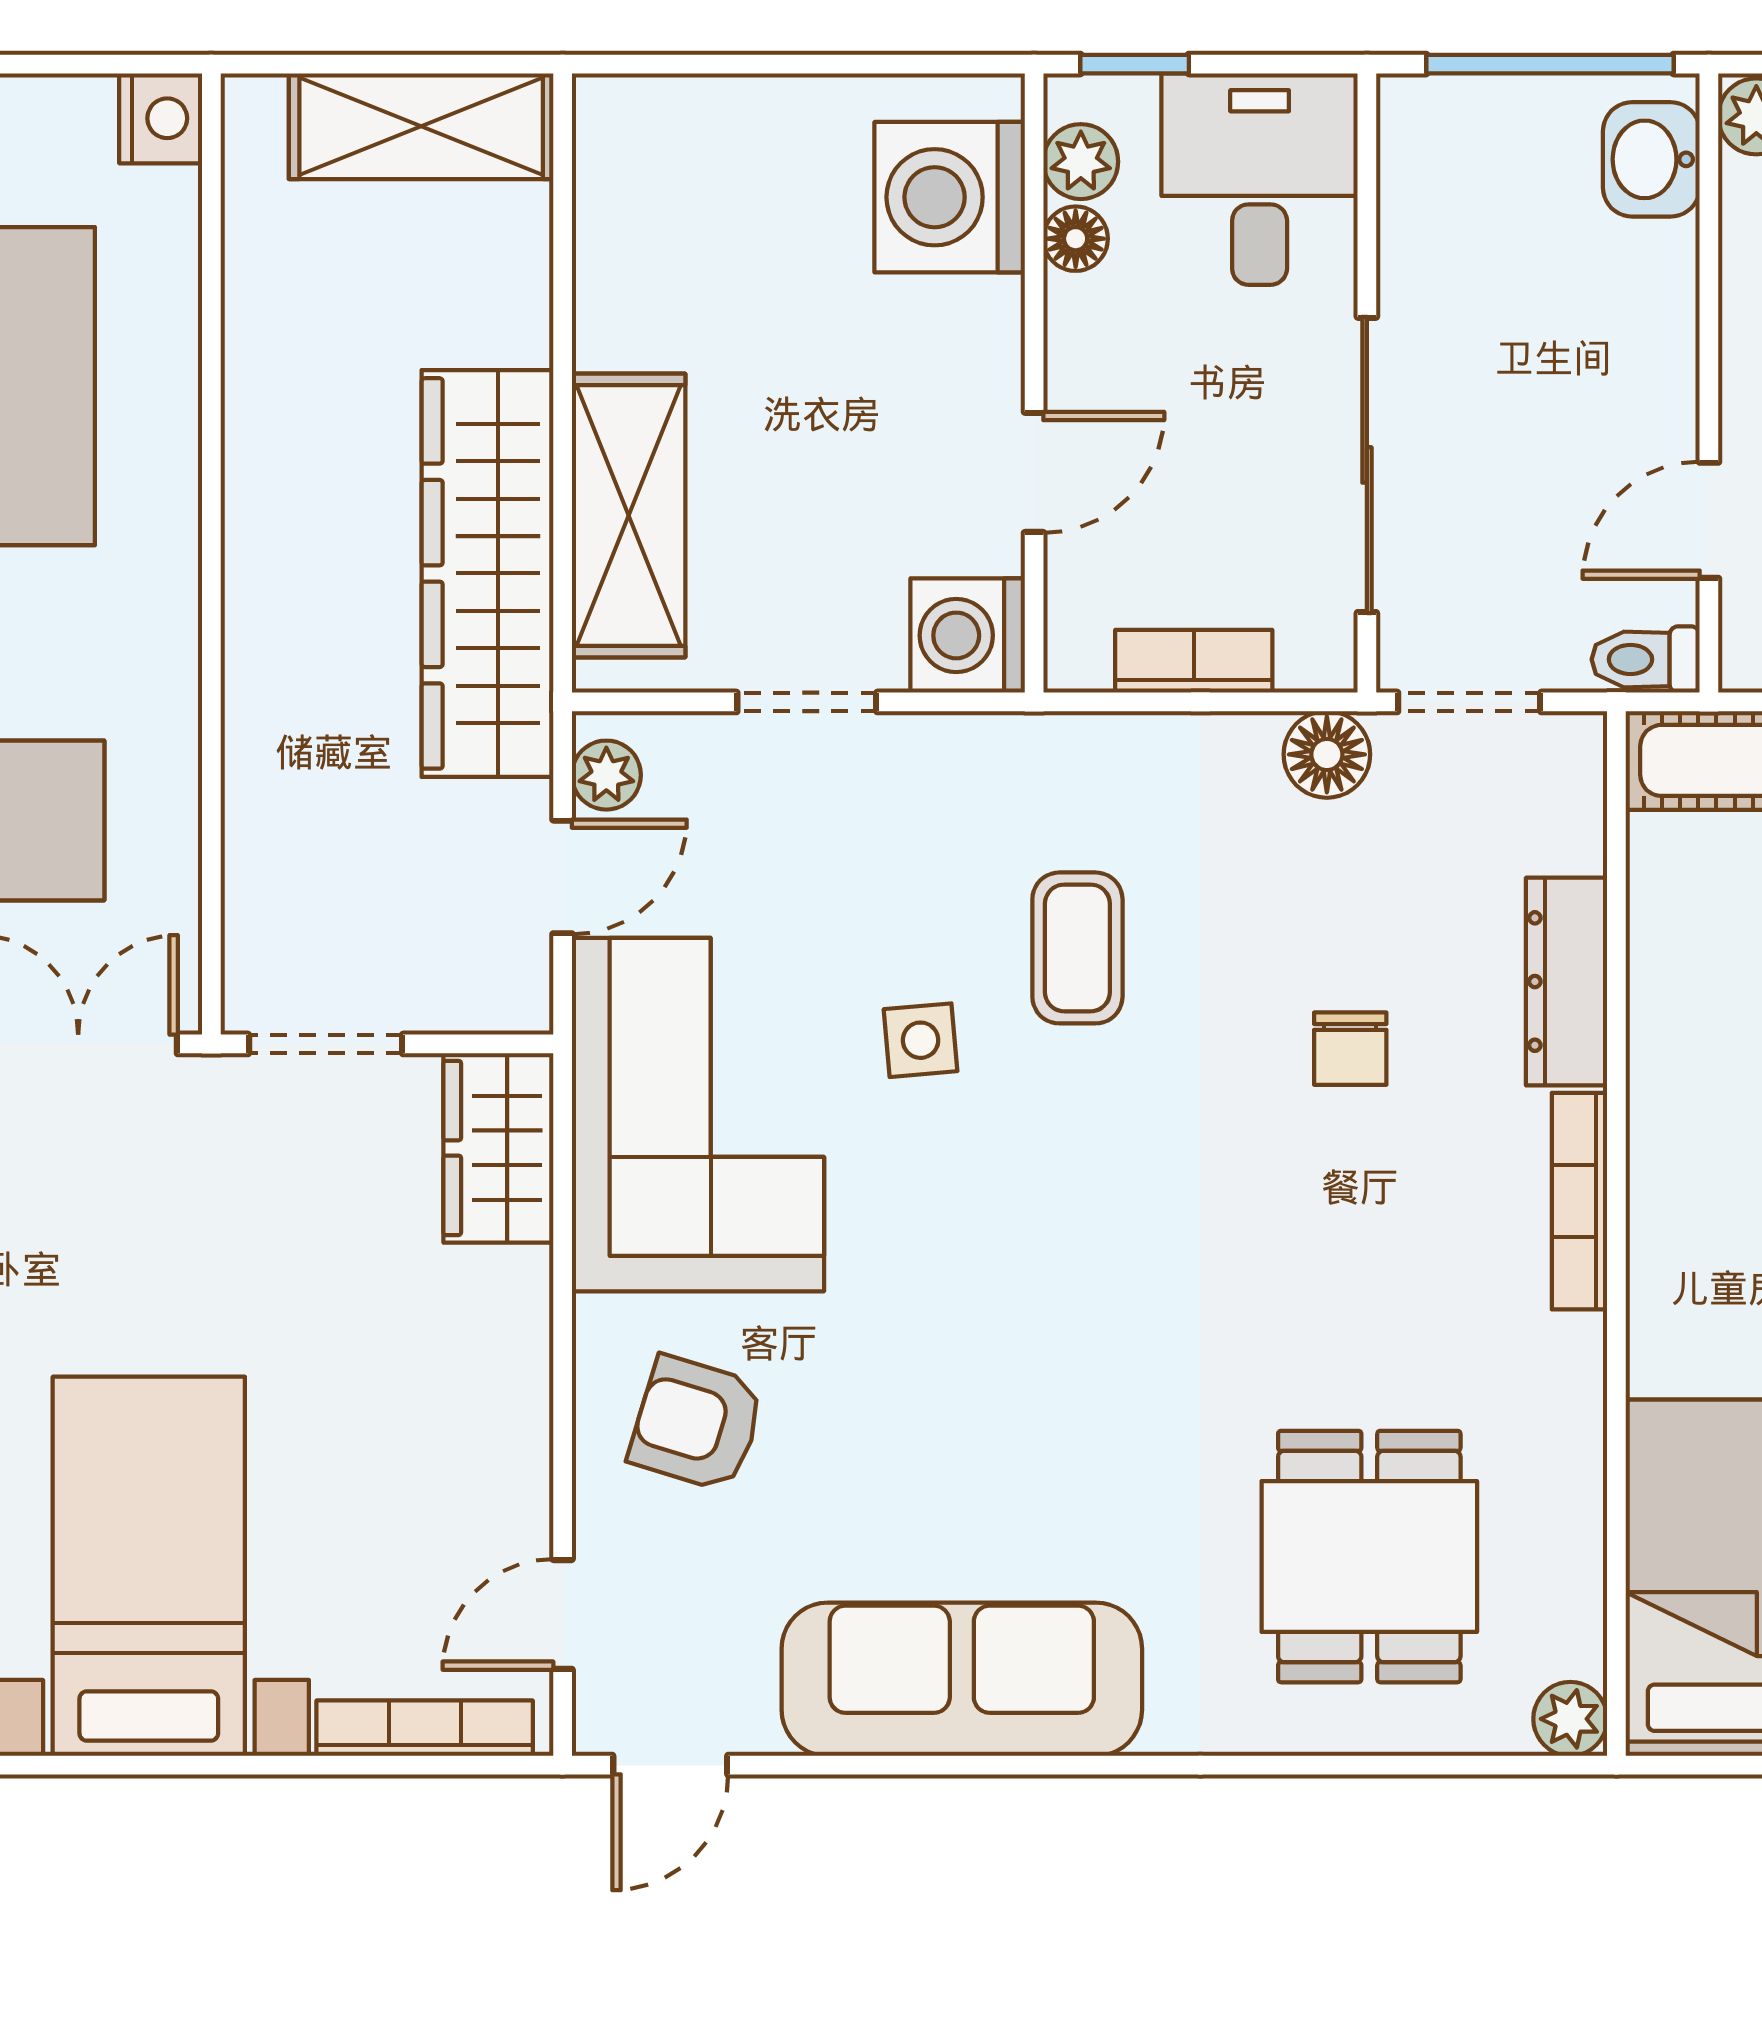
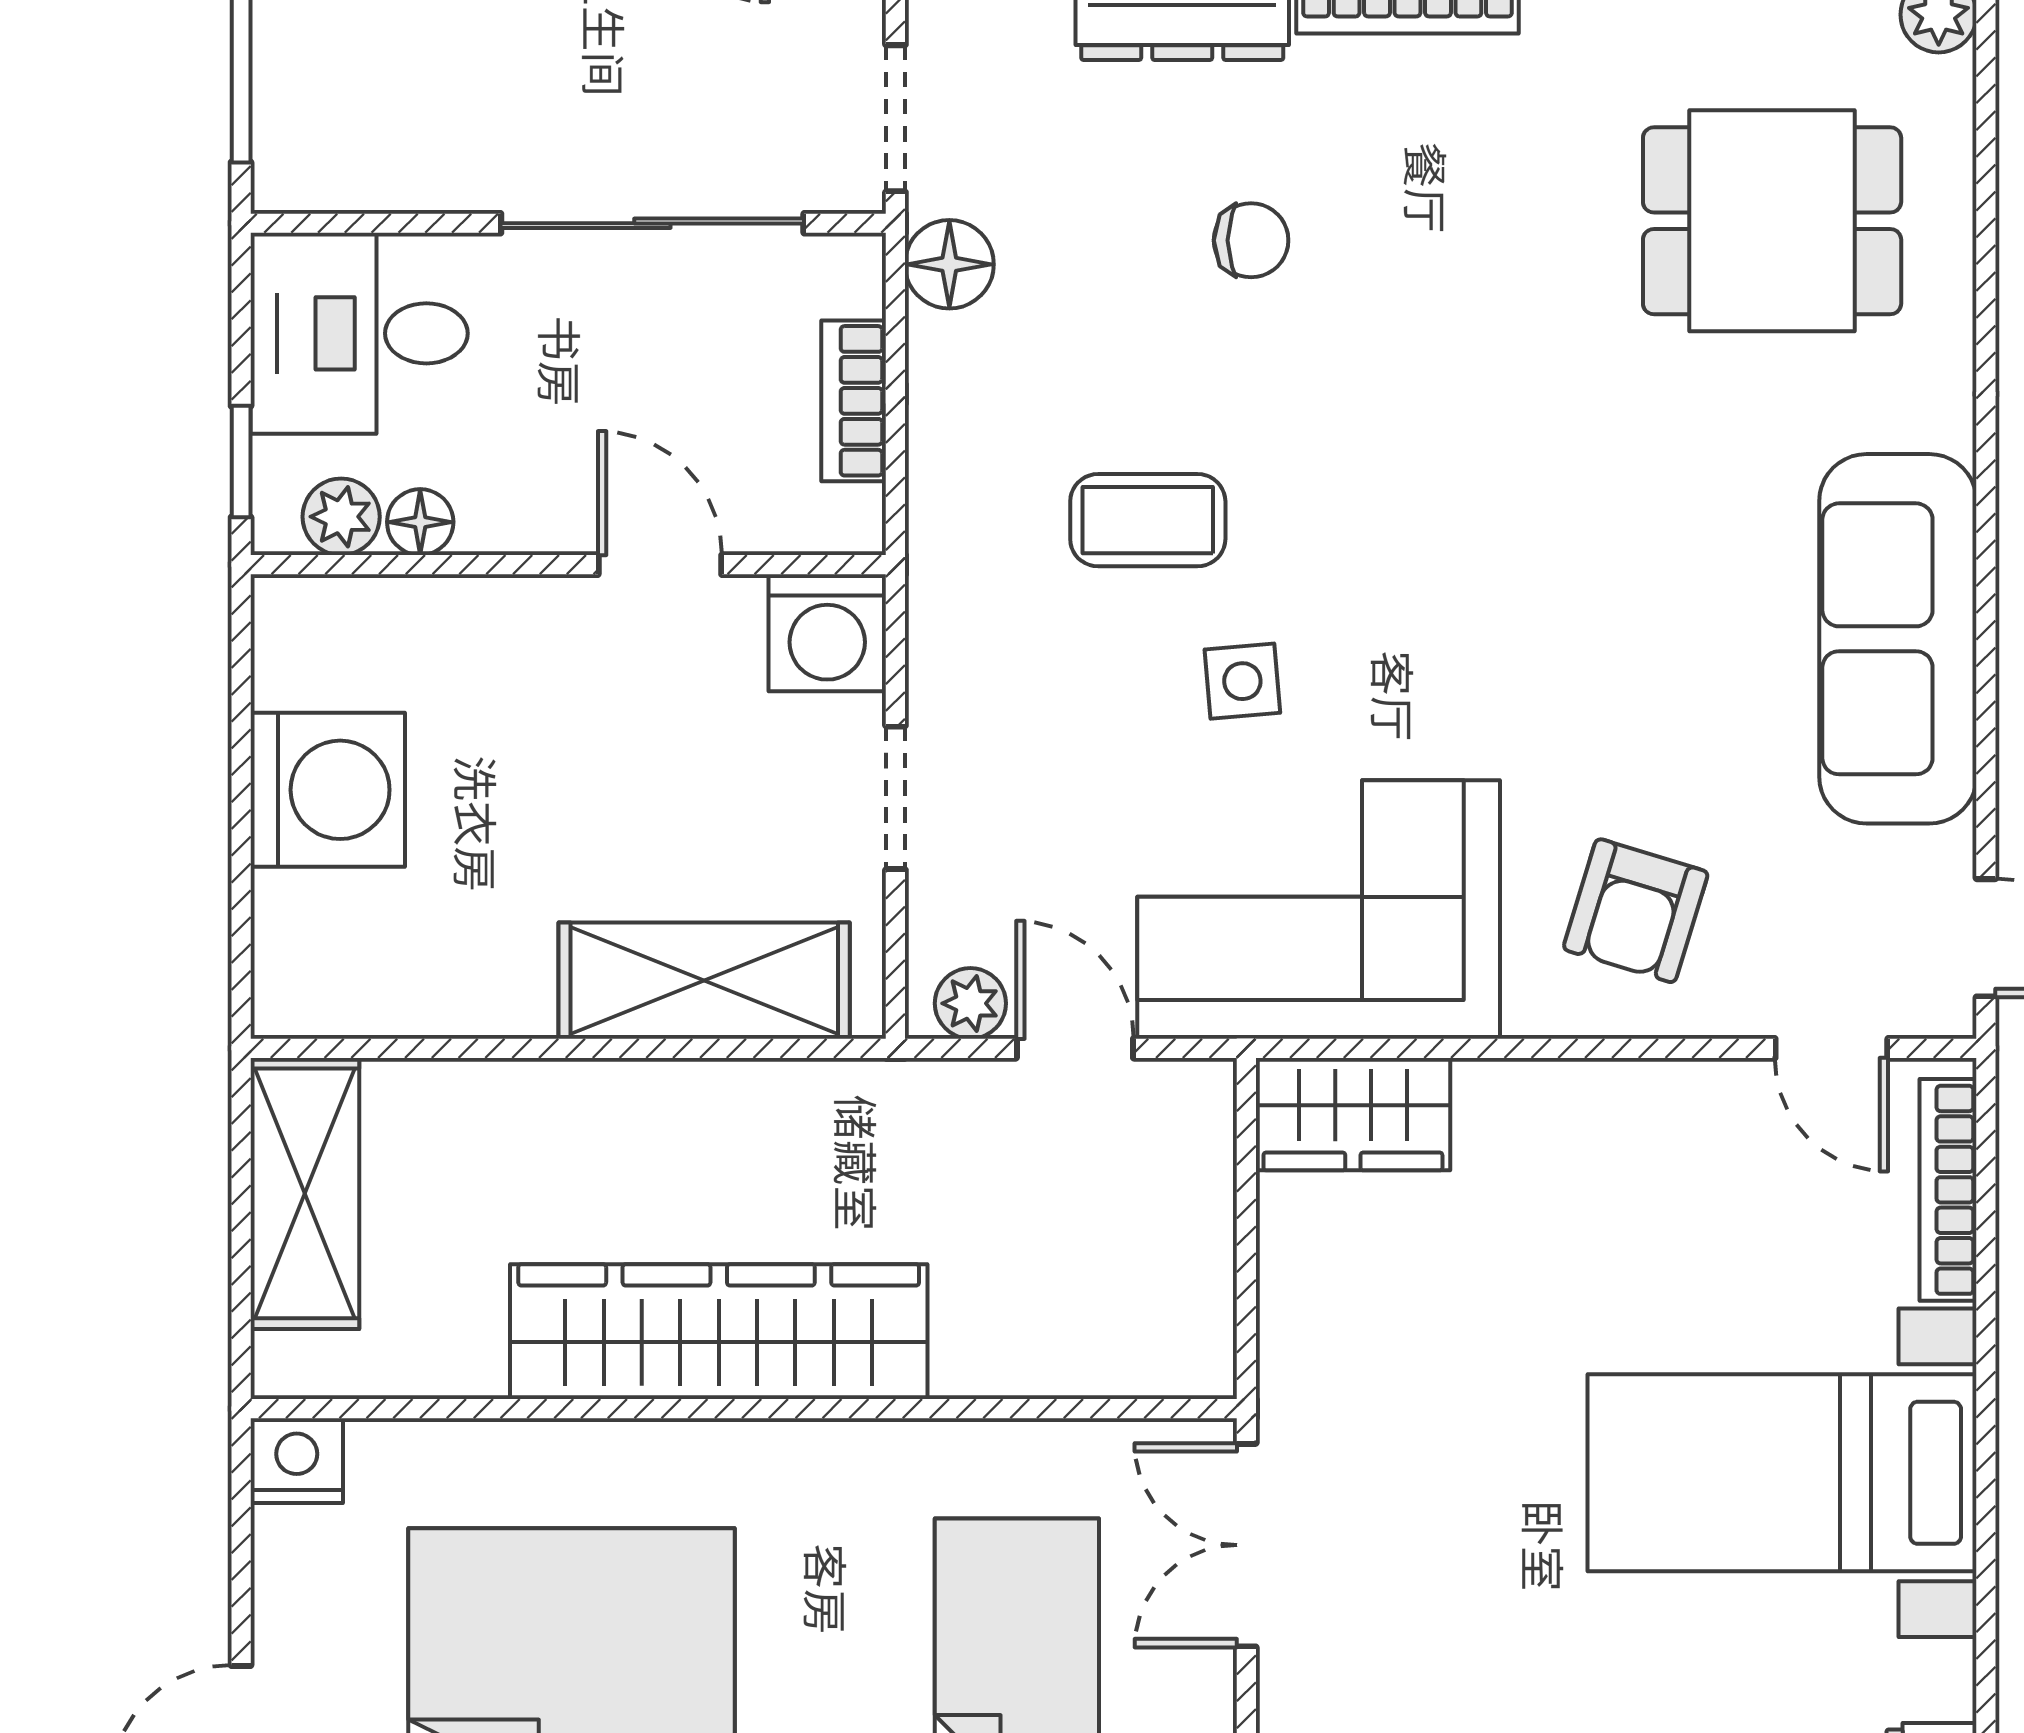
washing machine: (950, 197) -> (328, 790), moved, turned -90
wardrobe: (487, 573) -> (719, 1332), moved, turned 180
doorway: (326, 1044) -> (1246, 1291), removed

